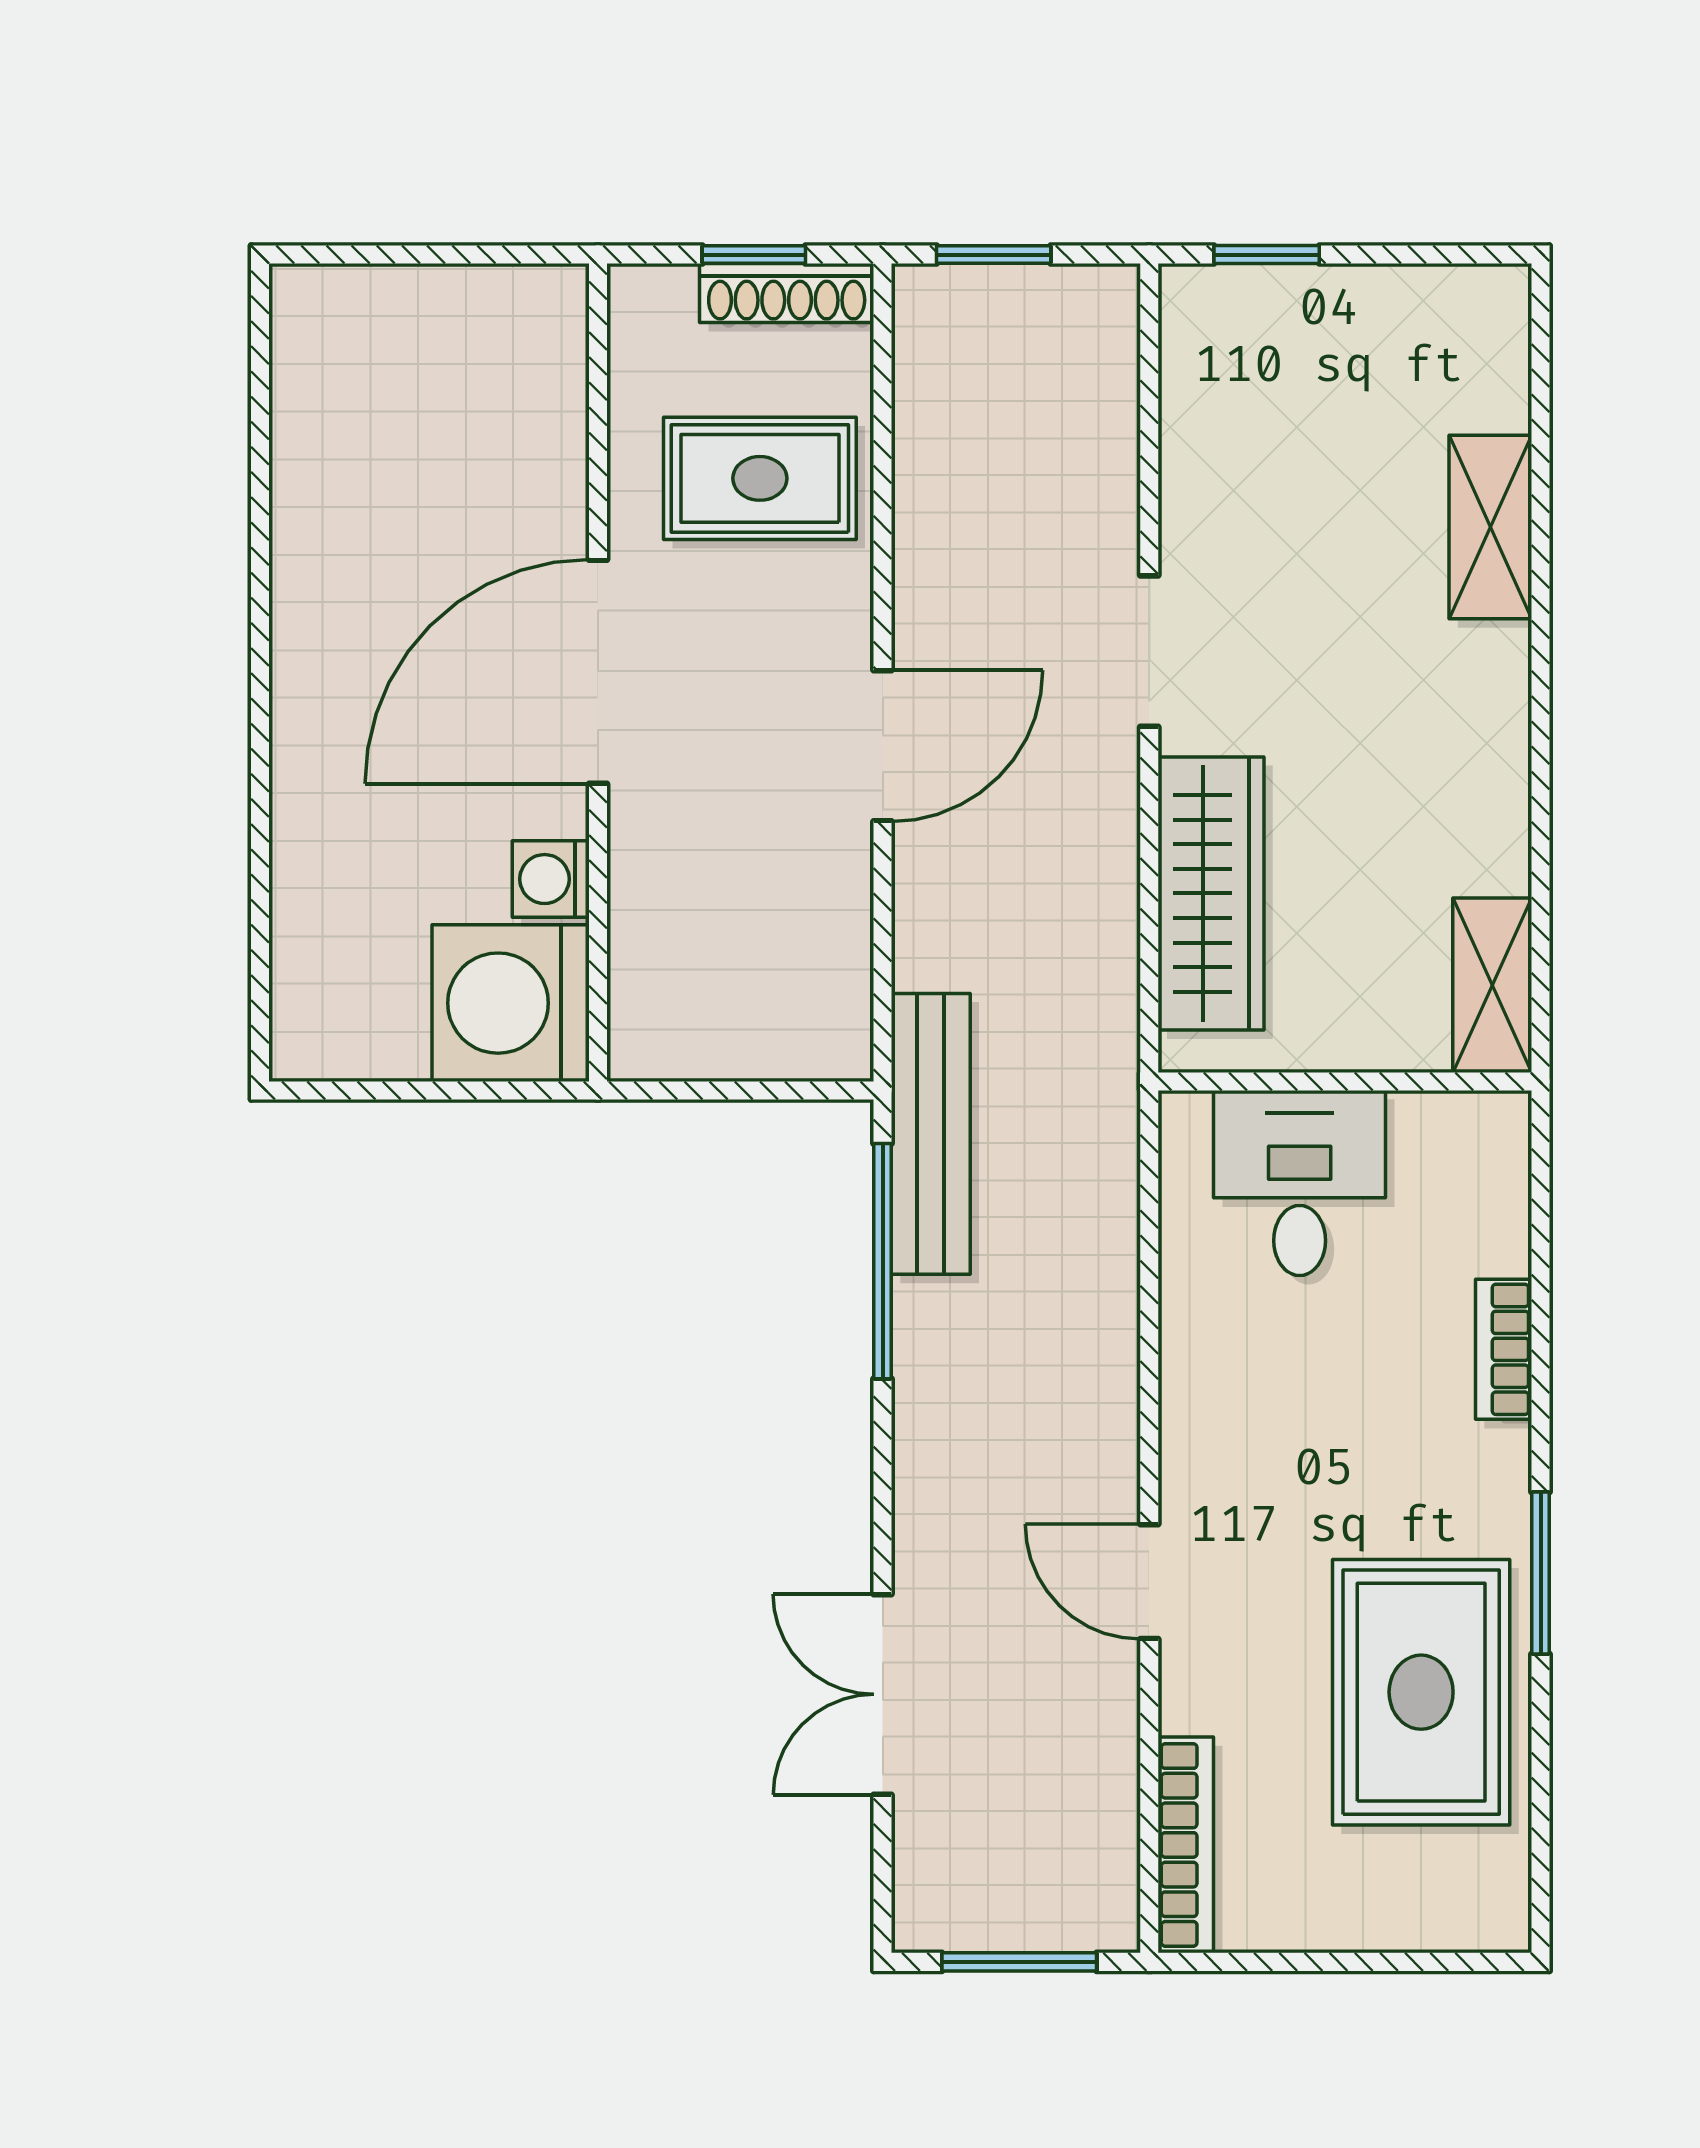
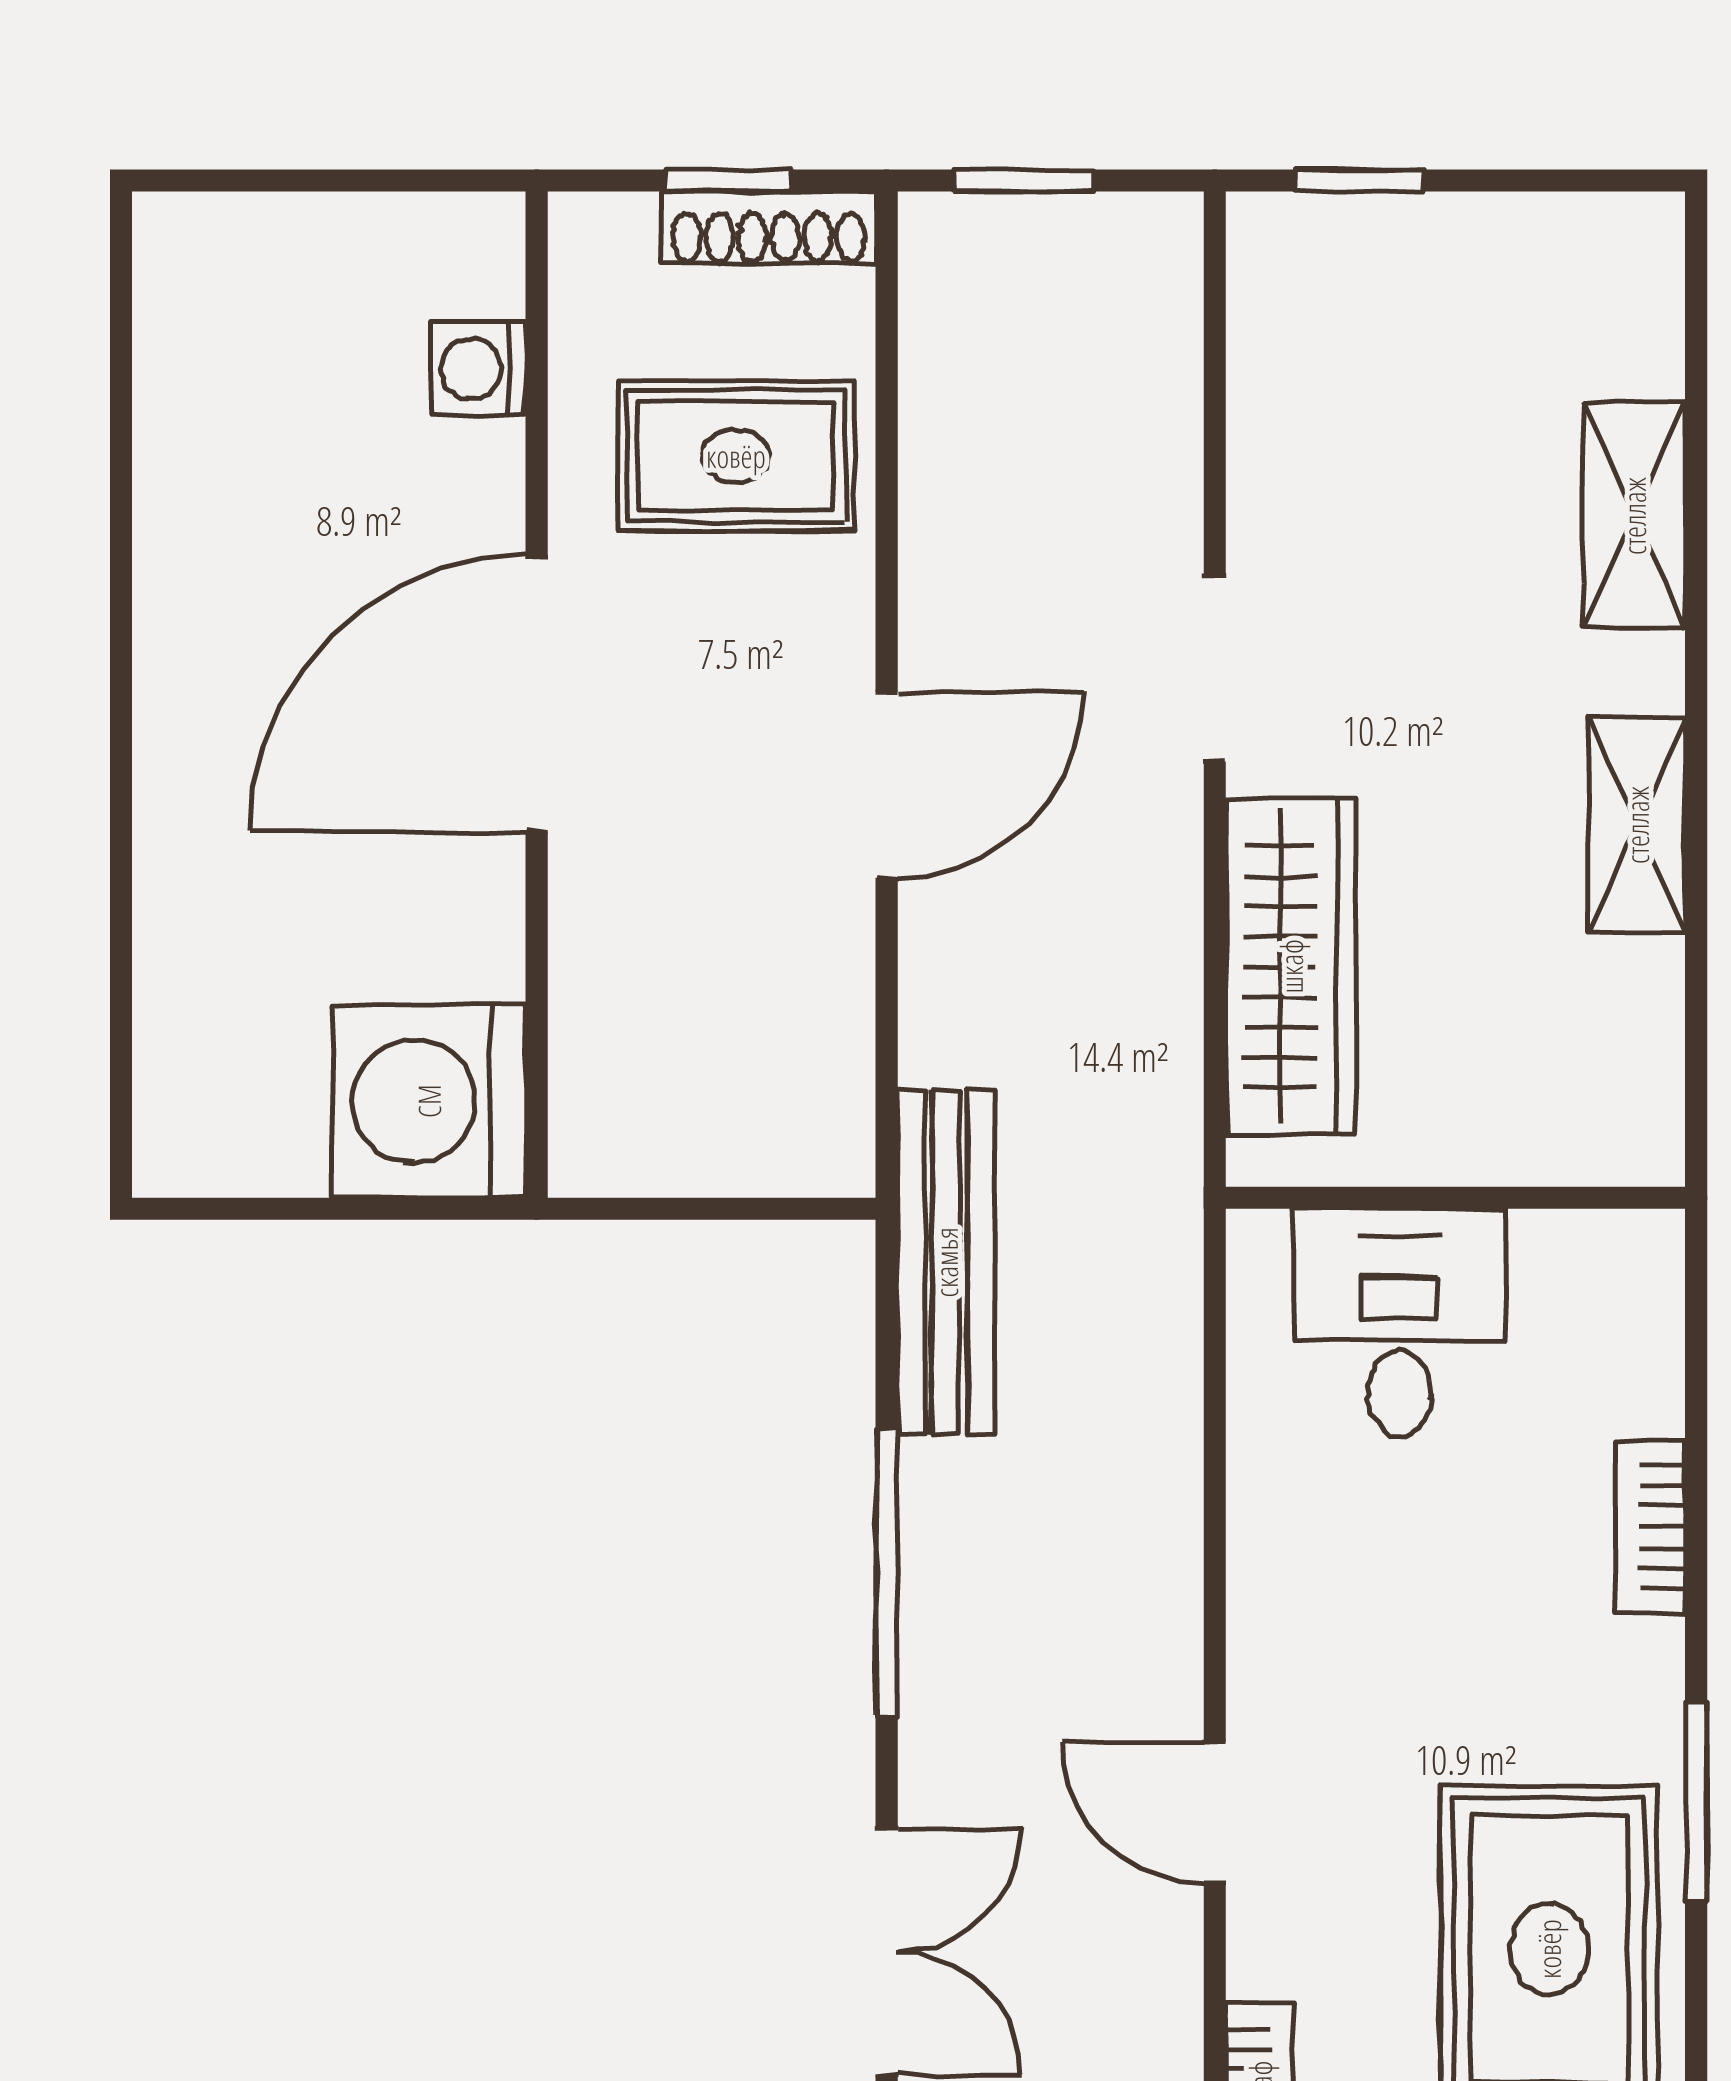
washing machine: (551, 879) -> (478, 369), moved
shelving: (1492, 985) -> (1637, 825), moved
window: (883, 1261) -> (887, 1573), moved
double door: (883, 1694) -> (887, 1952), swing flipped

